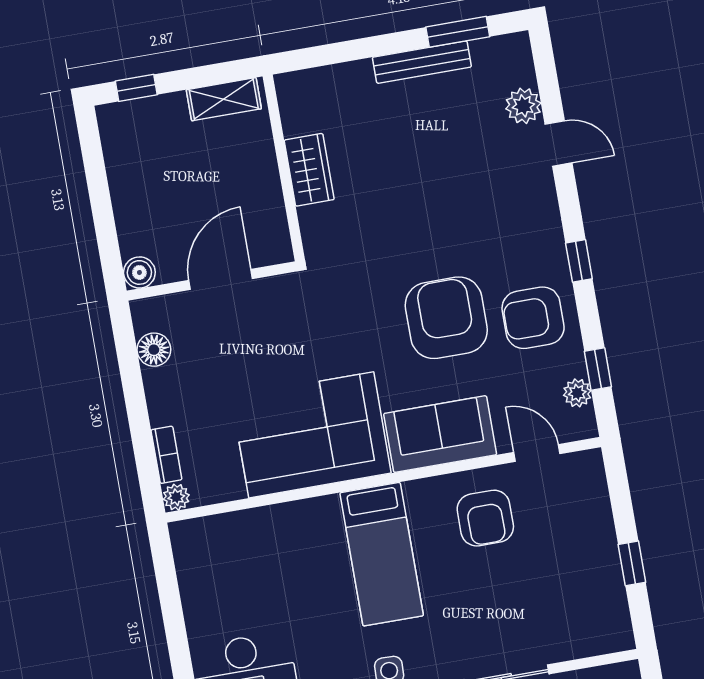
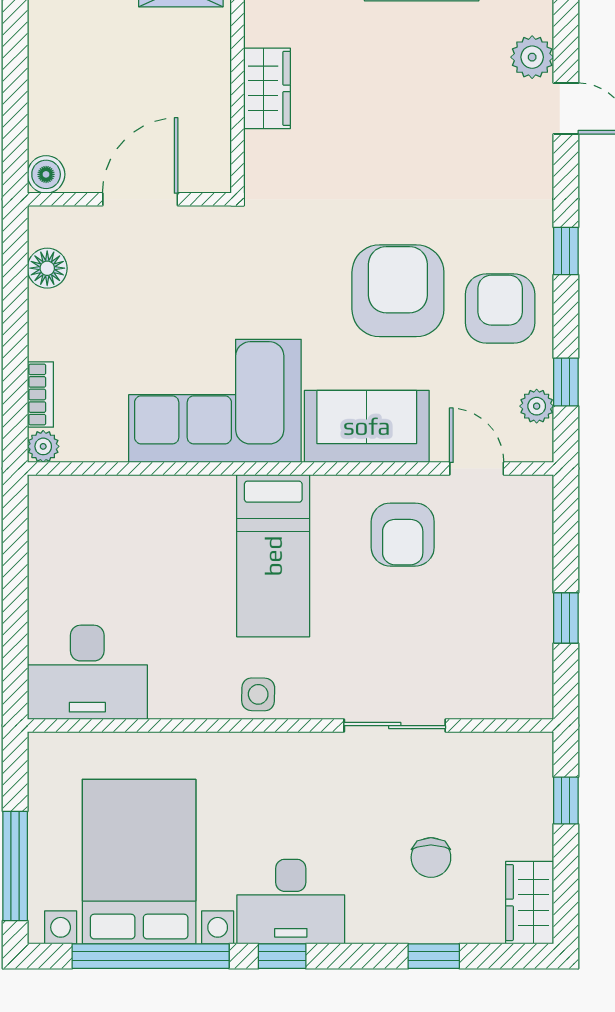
armchair: (533, 318) -> (500, 308), turned 90

